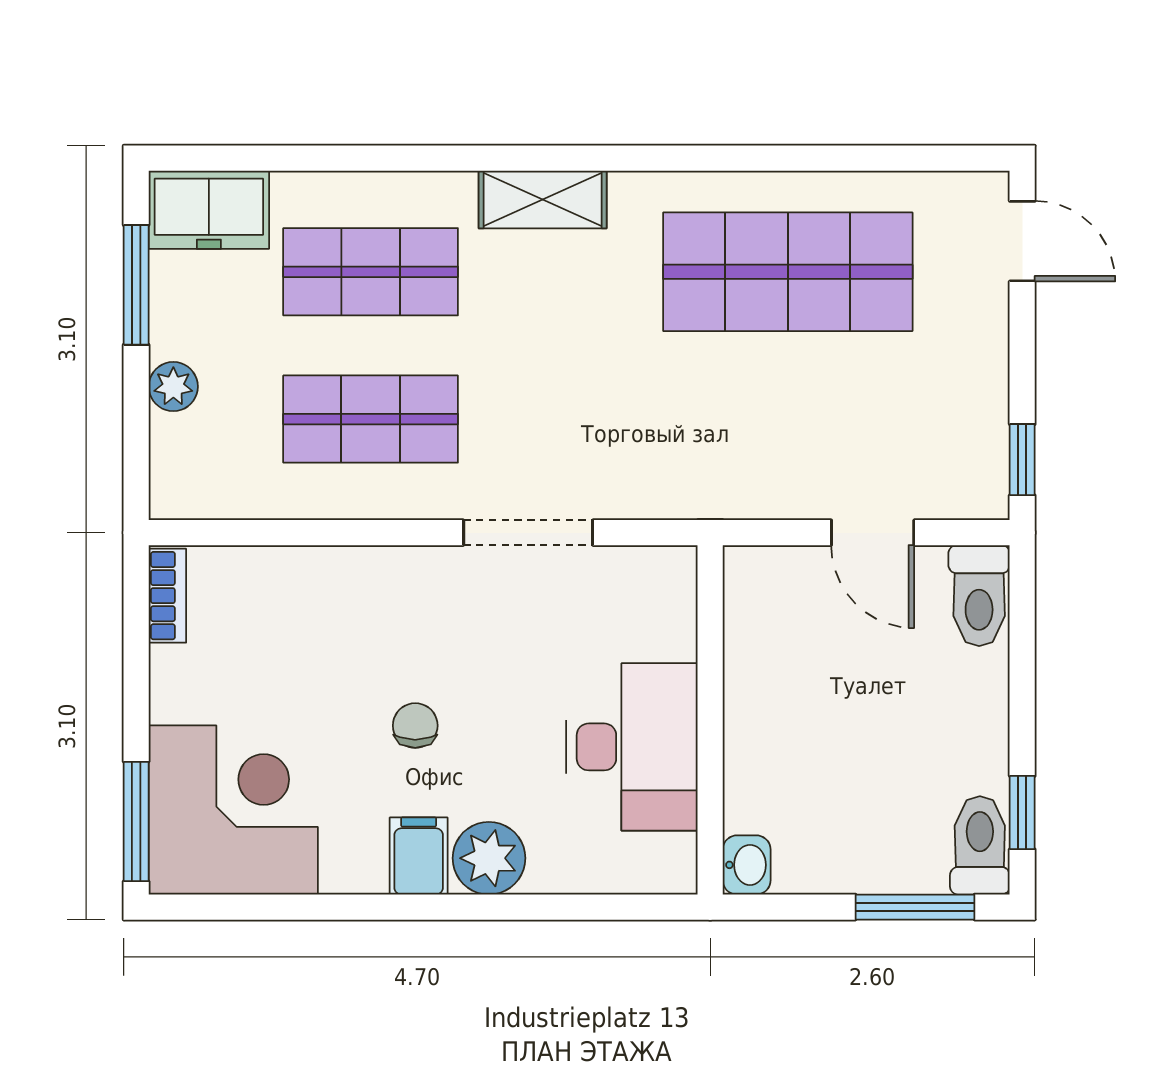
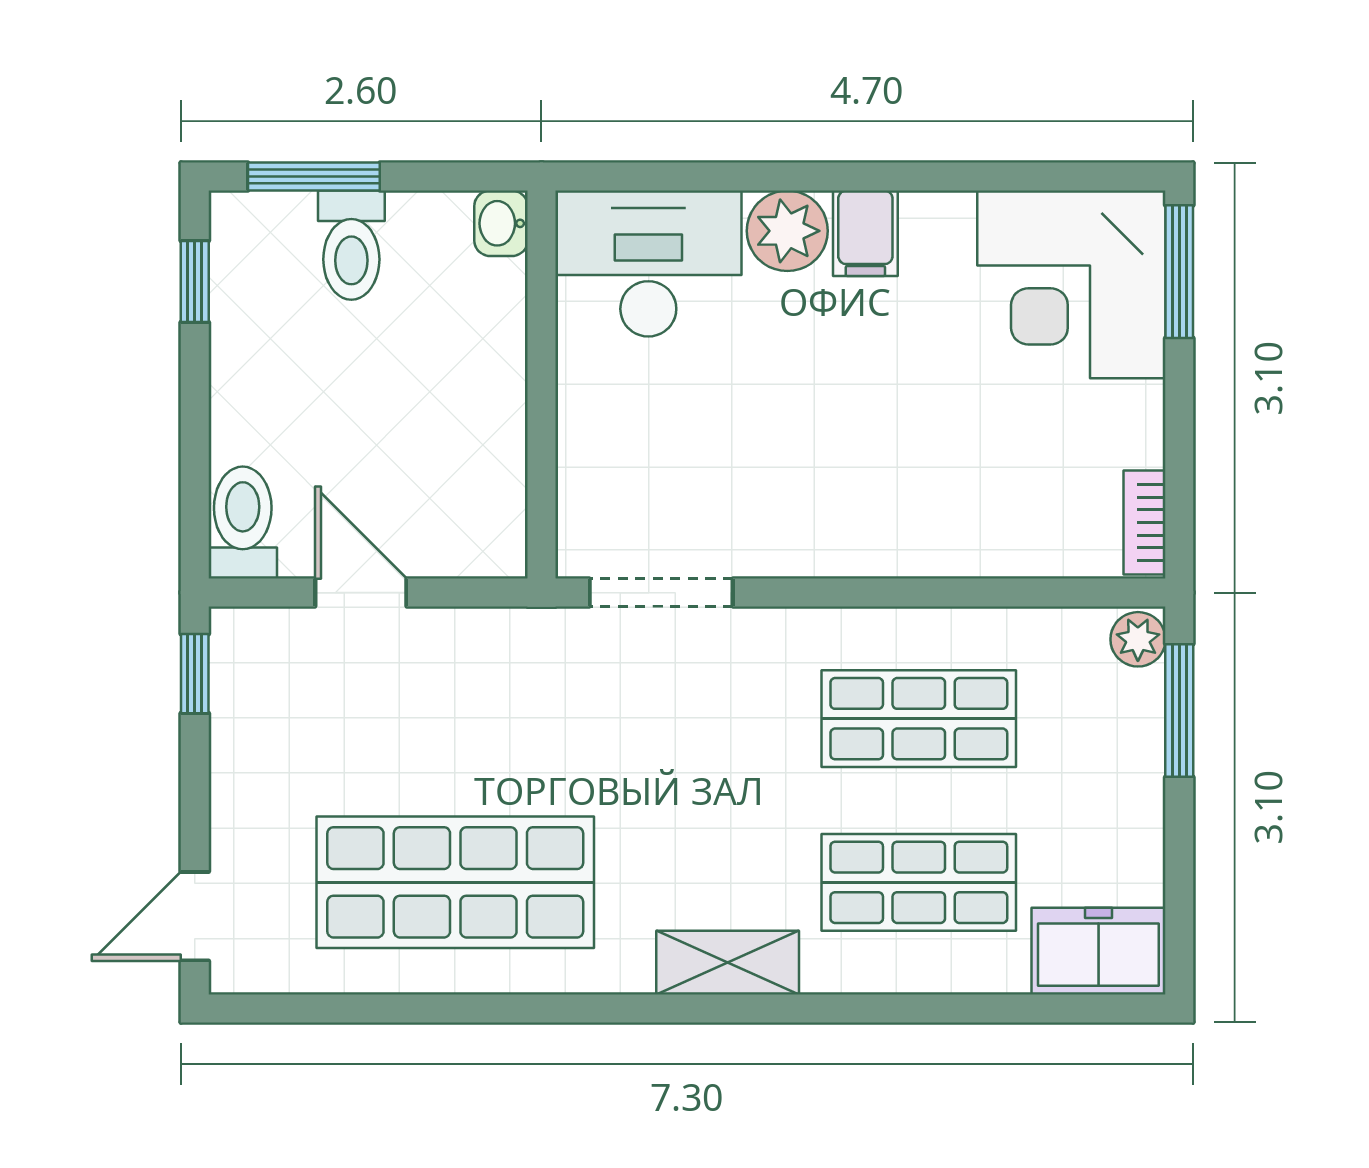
door: (1022, 241) -> (195, 916), hinge flipped
window: (136, 285) -> (1179, 710), moved
plant: (173, 387) -> (1138, 639), moved
doorway: (528, 533) -> (661, 593), moved
chair: (415, 726) -> (869, 378), removed
desk: (632, 747) -> (648, 264), moved, turned 90
toilet: (980, 845) -> (351, 245), moved

